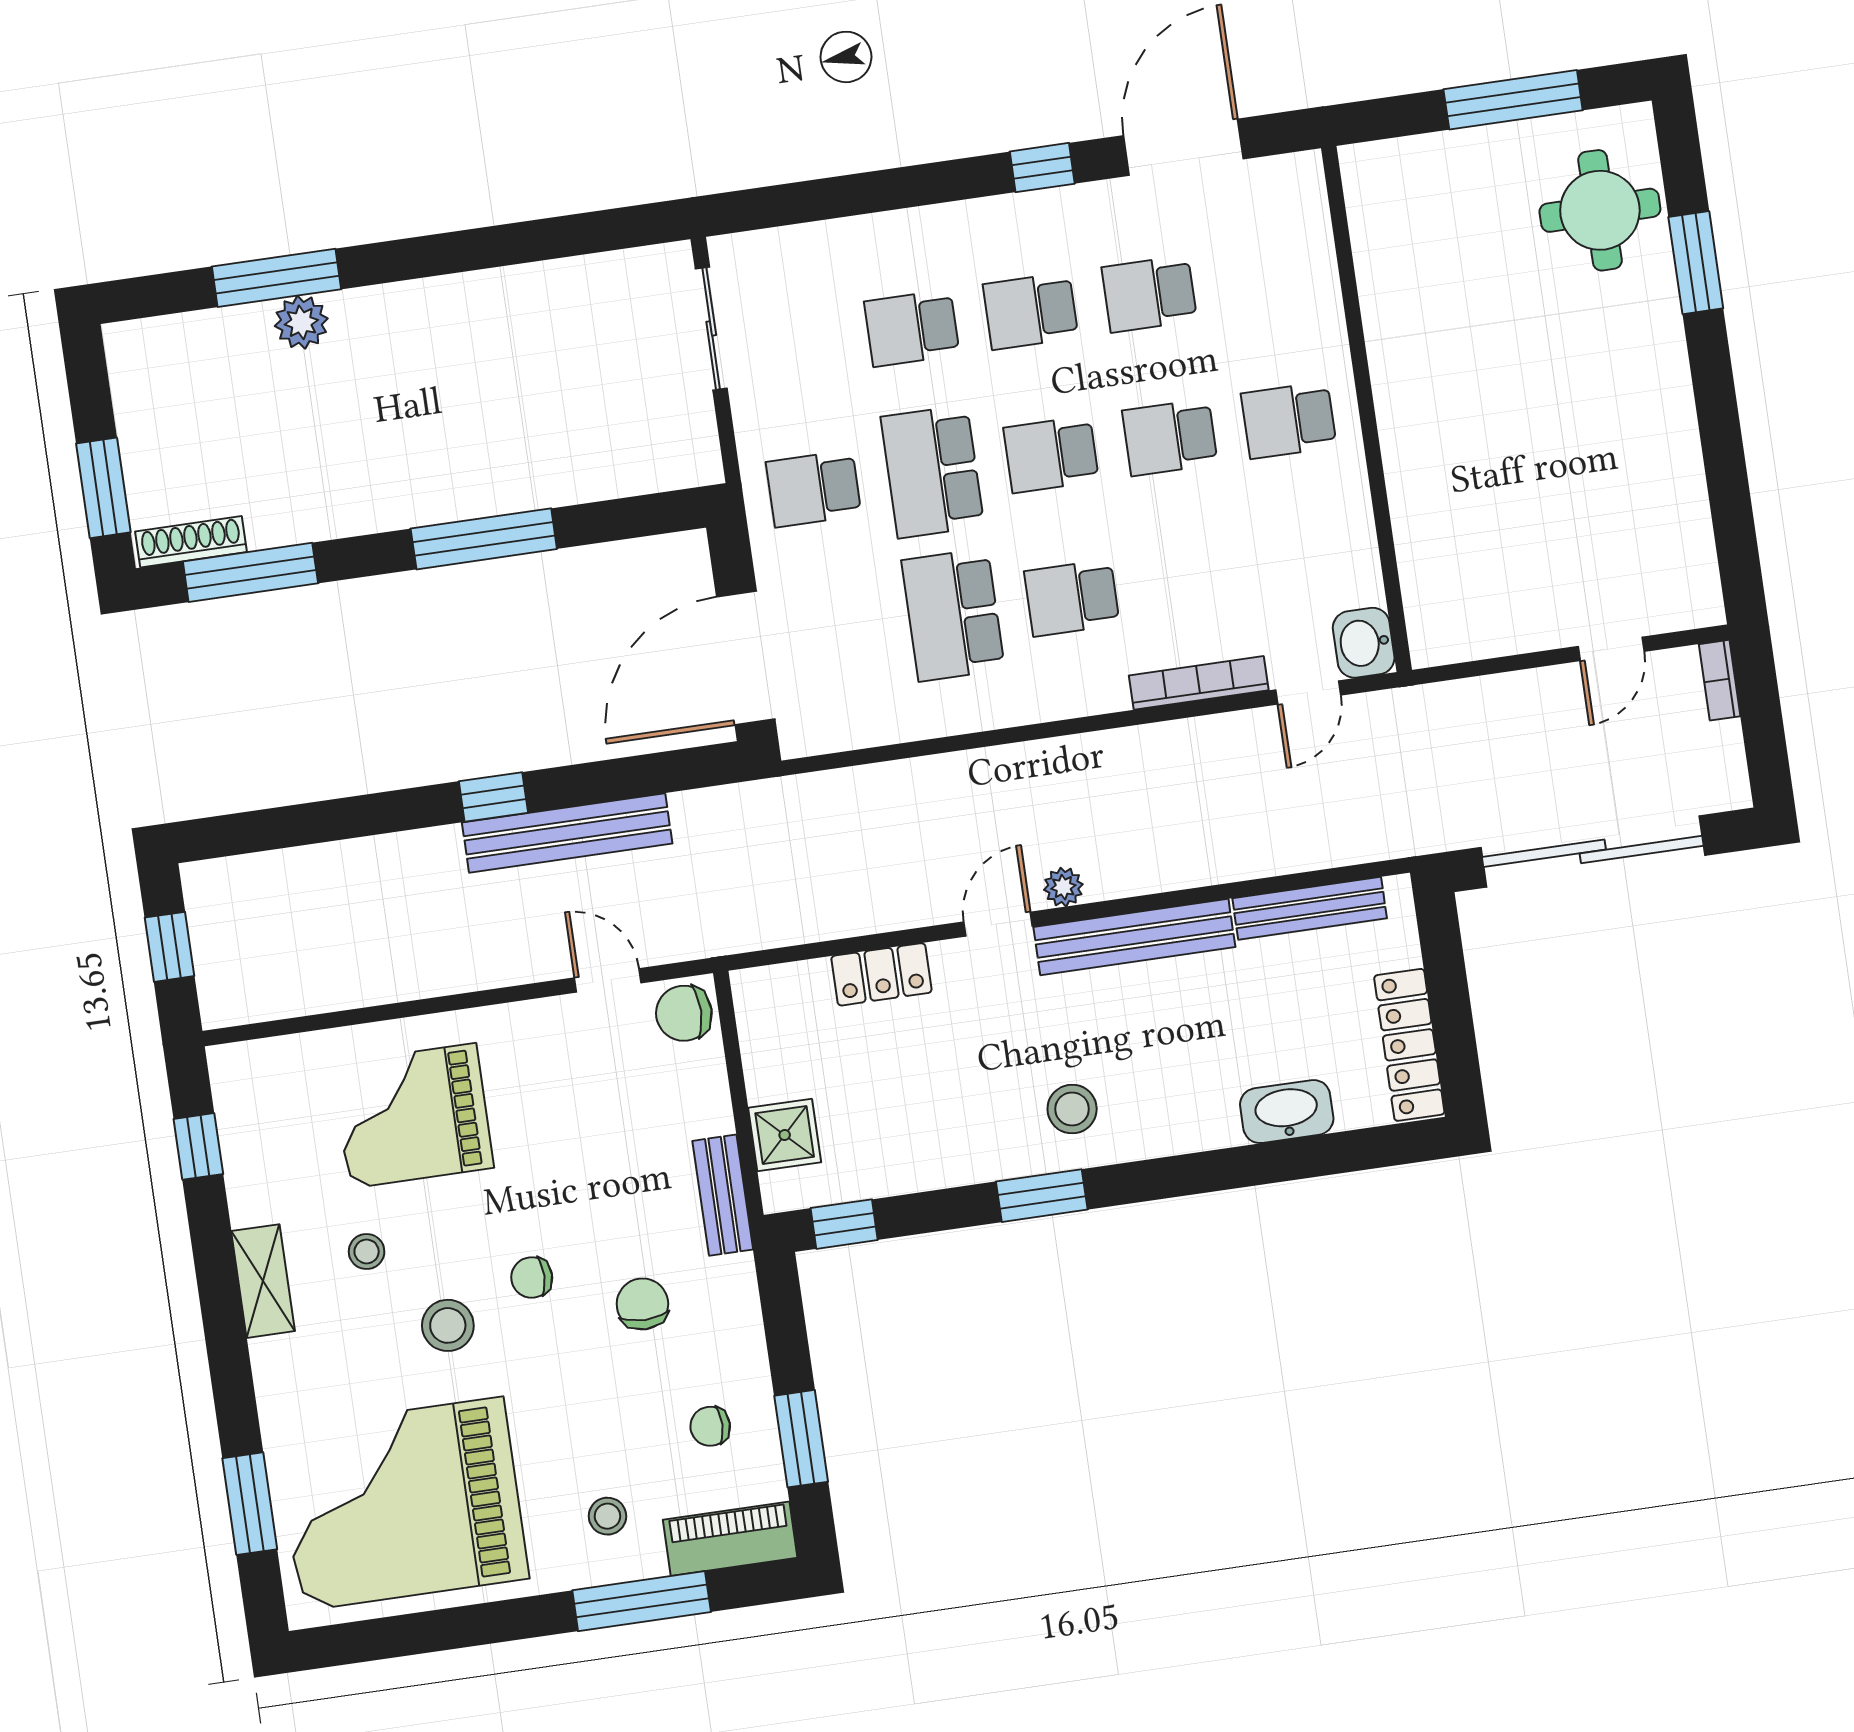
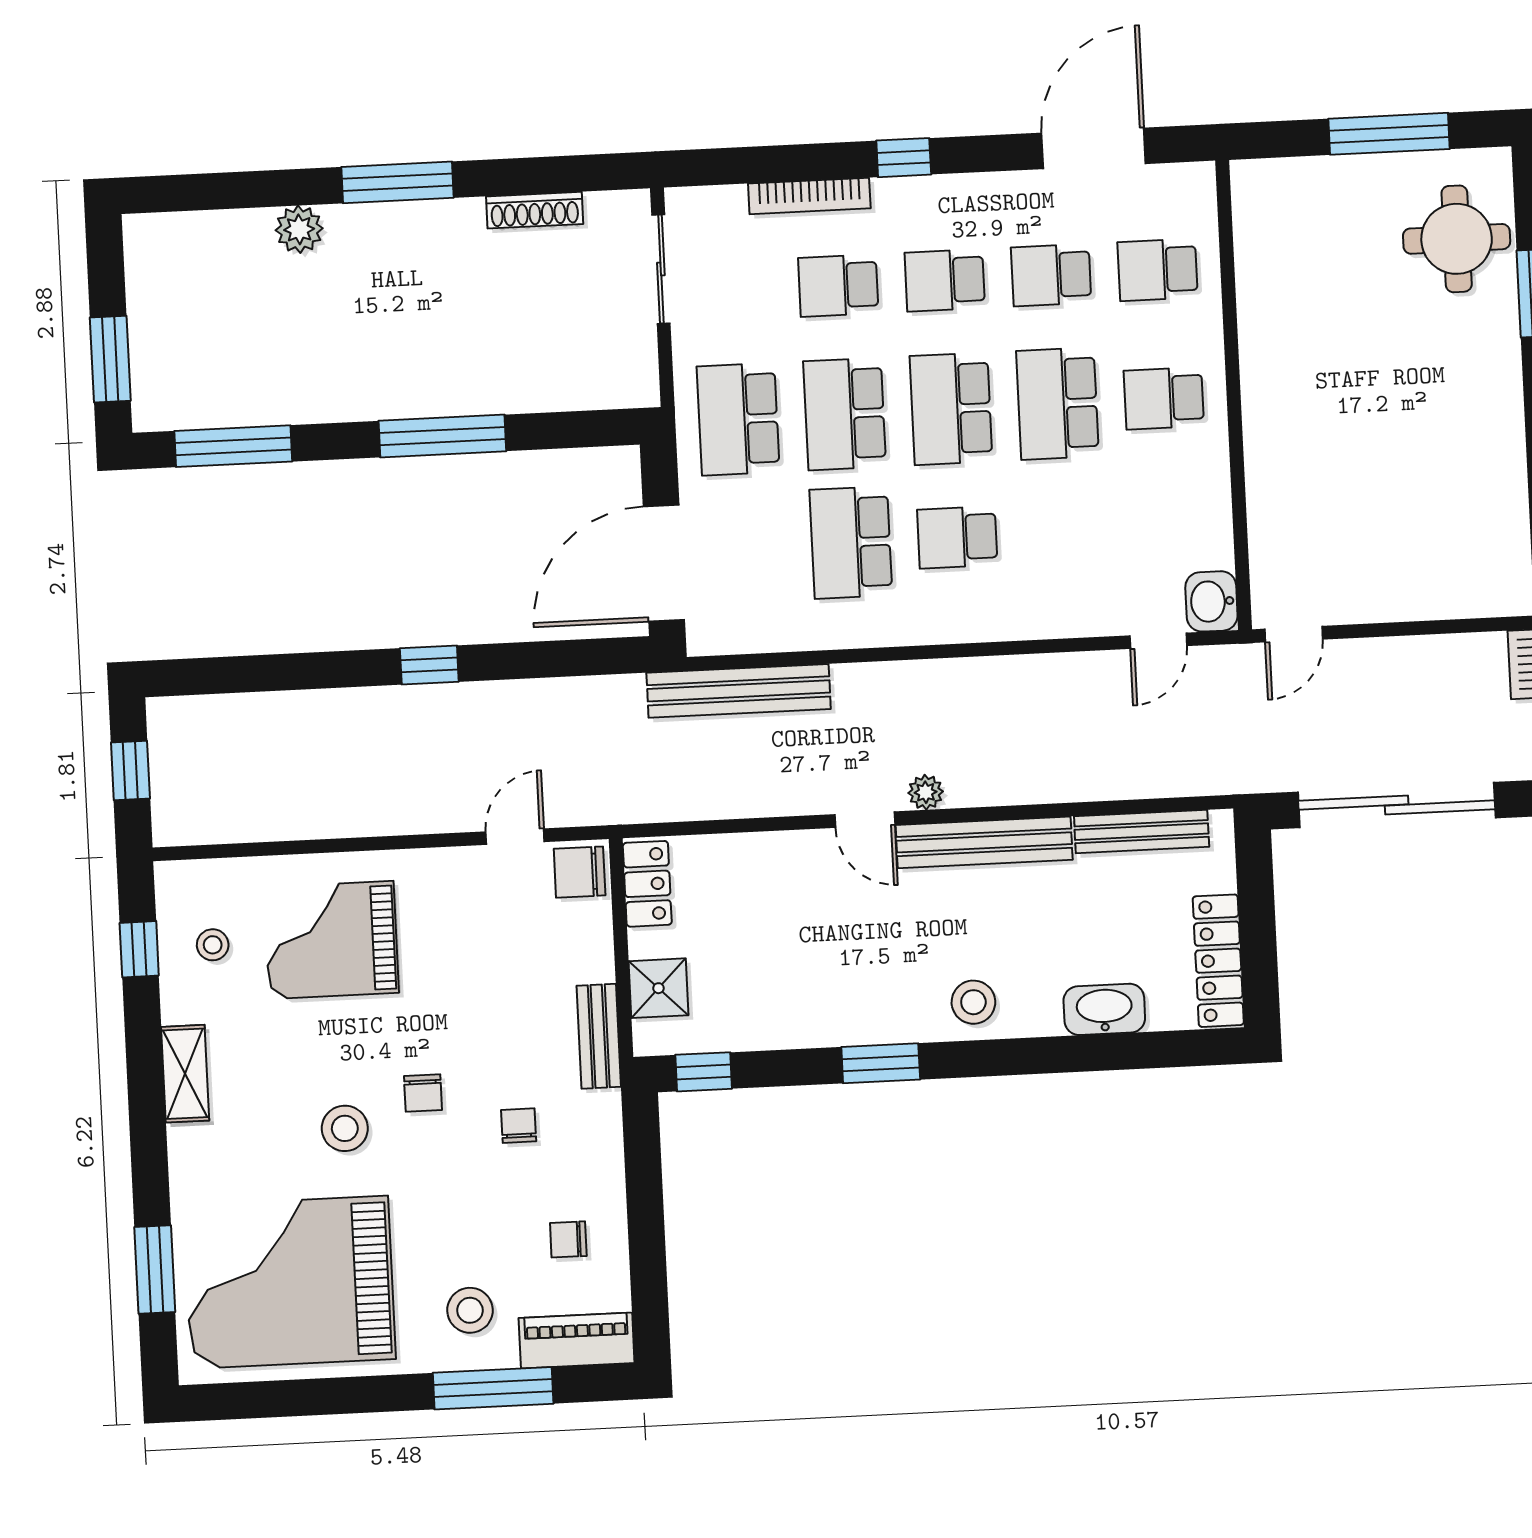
window: (1042, 168) -> (904, 158), moved
school desk: (1268, 277) -> (1158, 270), added
window: (277, 278) -> (398, 182), moved
school desk: (1170, 437) -> (1057, 404), width x1.85
school desk: (1051, 454) -> (951, 409), width x1.85
school desk: (814, 489) -> (738, 419), width x1.85
shoe rack: (191, 542) -> (535, 210), moved, turned 180
door: (1611, 649) -> (1294, 634), moved
bookcase: (1199, 683) -> (809, 196), moved, turned 180
bench: (567, 833) -> (739, 691), moved
door: (998, 924) -> (865, 820), swing flipped
locker: (881, 974) -> (647, 884), moved, turned -90
door: (608, 980) -> (515, 837), hinge flipped
stool: (1072, 1109) -> (973, 1002), moved
stool: (367, 1251) -> (213, 945), moved
chair: (532, 1277) -> (423, 1093), turned -90
chair: (642, 1304) -> (519, 1126), width x0.73, depth x0.73
window: (801, 1439) -> (648, 1258), removed
stool: (607, 1516) -> (470, 1310), width x1.37, depth x1.37

